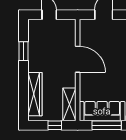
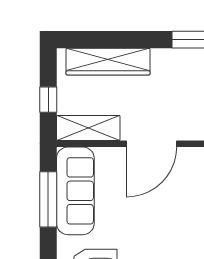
door: (78, 59) -> (151, 144), moved

